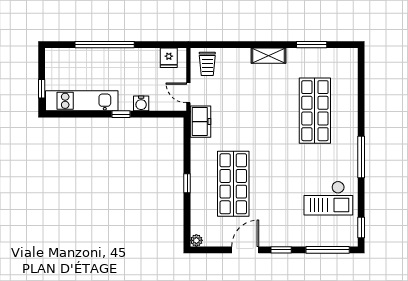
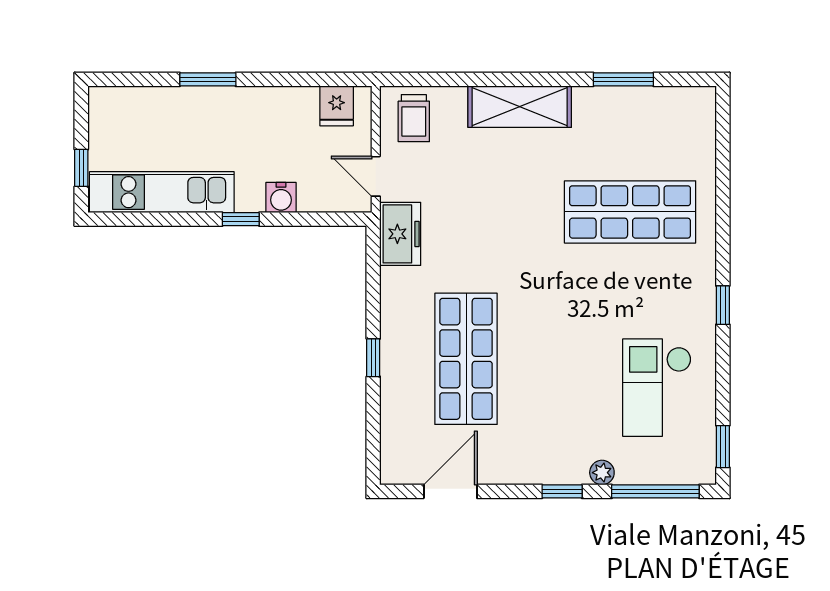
window: (105, 45) -> (208, 79), width x0.47
shelving: (269, 56) -> (520, 107), width x1.50, depth x1.33
shop shelf: (315, 111) -> (630, 212), turned 90
window: (361, 157) -> (723, 305), width x0.46
checkout: (328, 198) -> (657, 388), turned 90
plant: (196, 240) -> (602, 473), moved
door: (245, 250) -> (450, 491), moved

